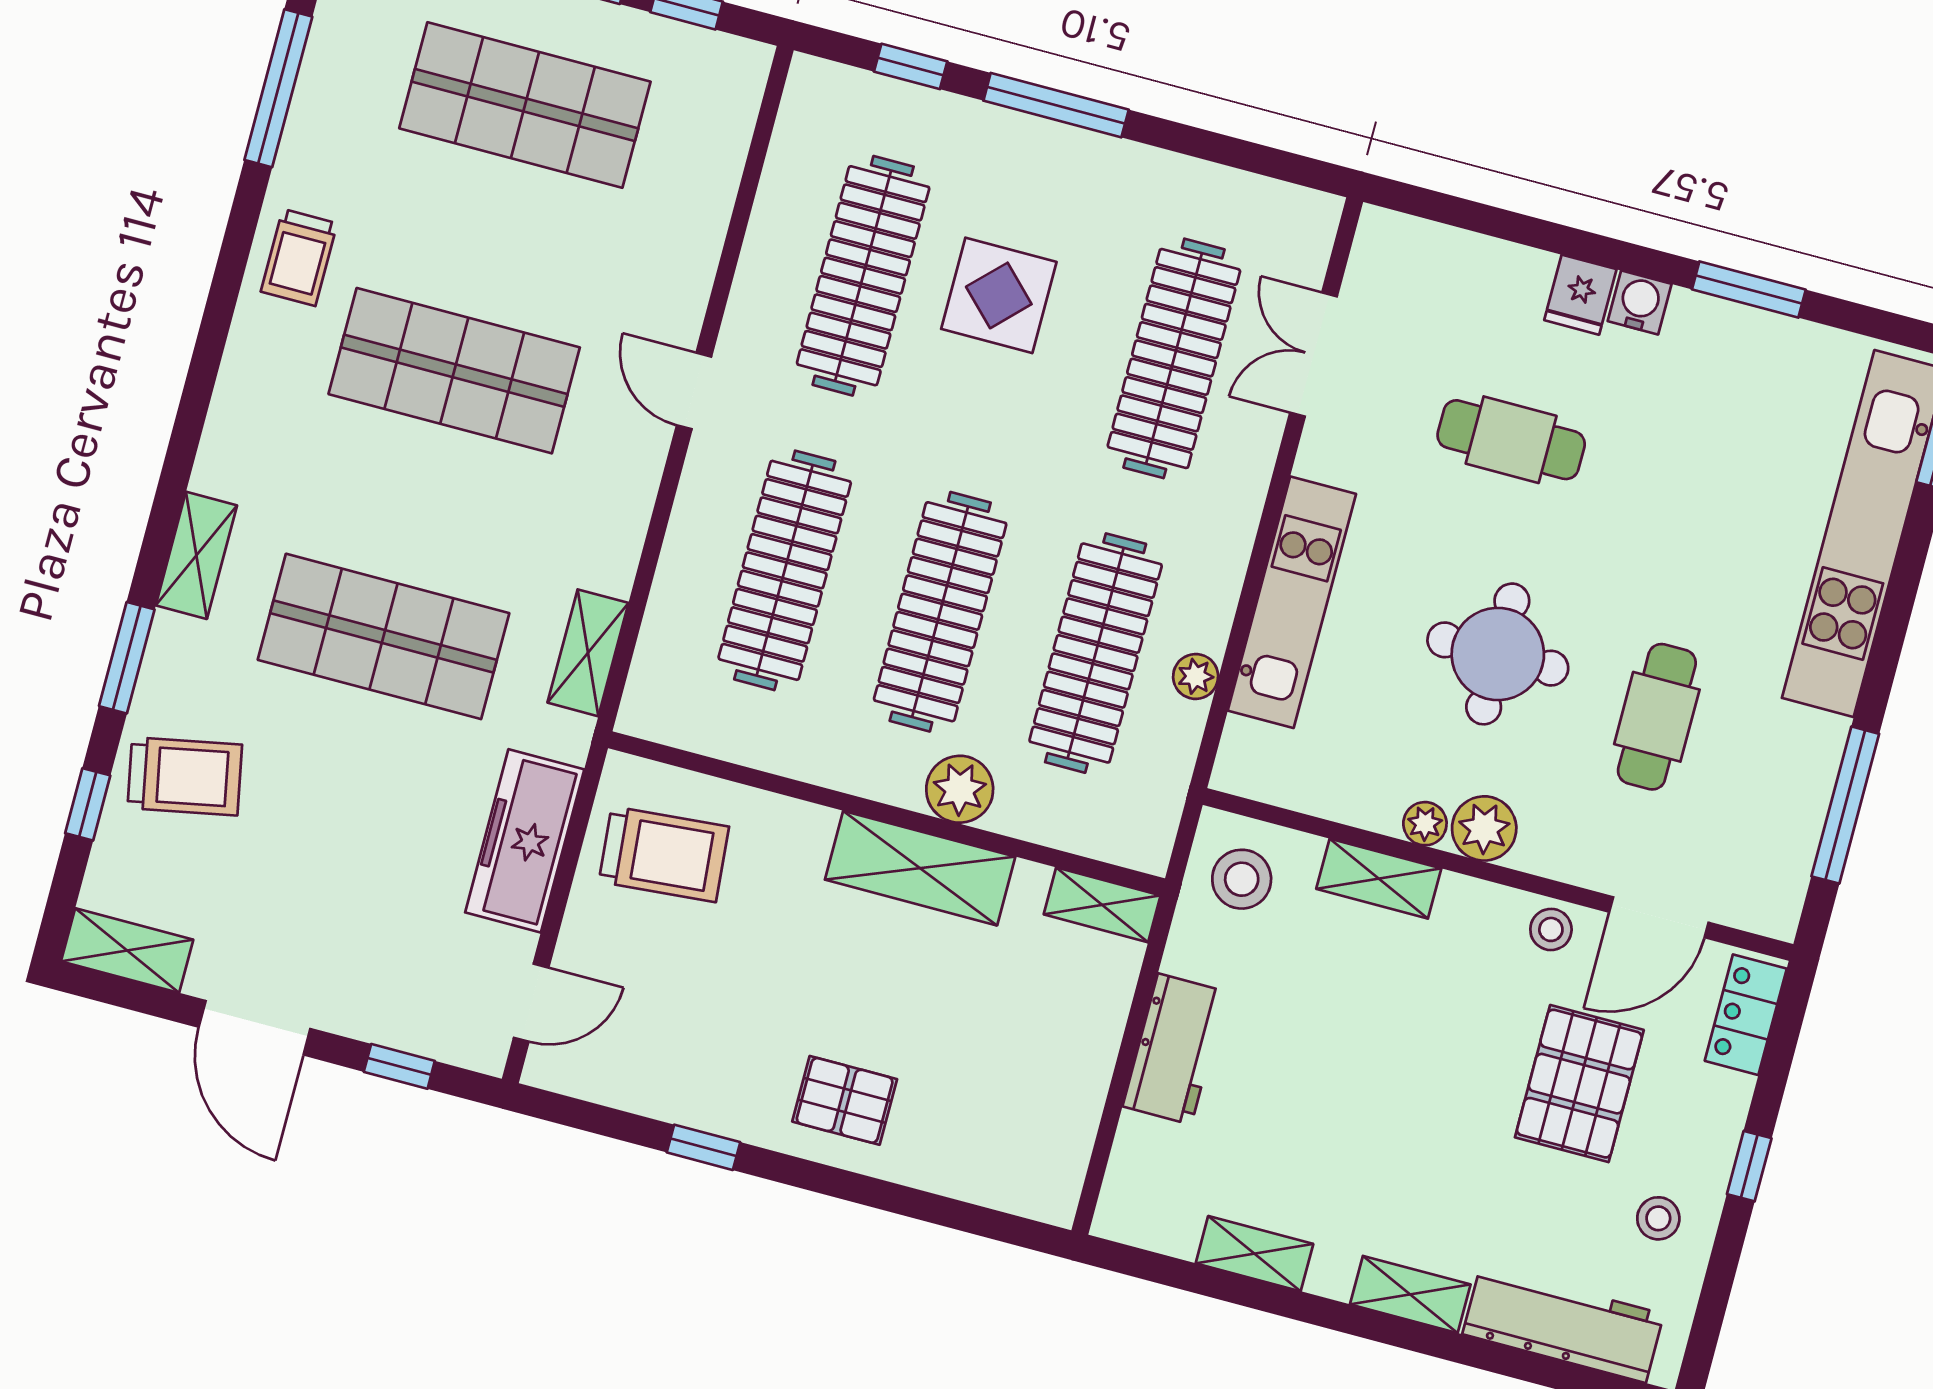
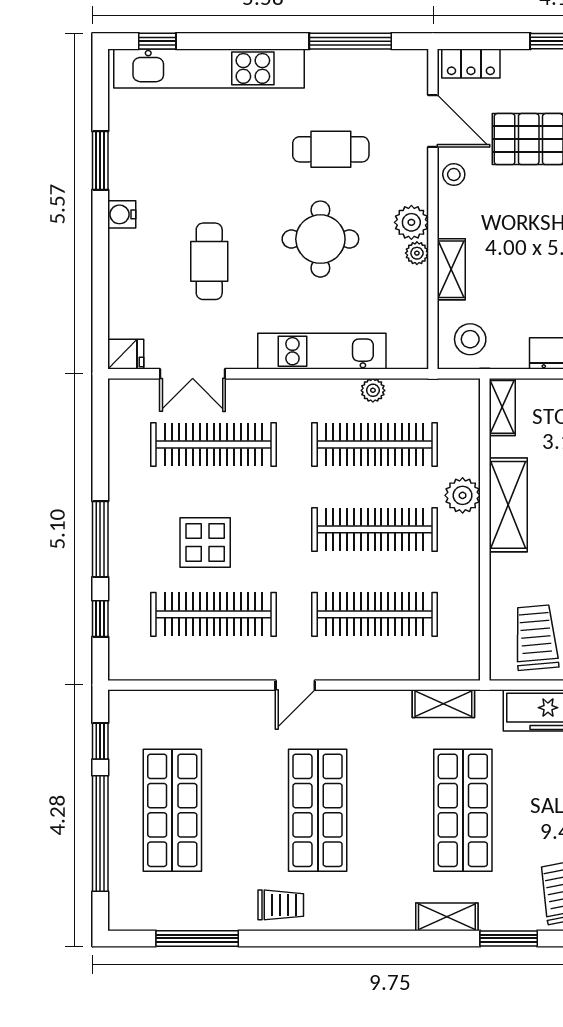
fridge: (1580, 295) -> (126, 354), moved

